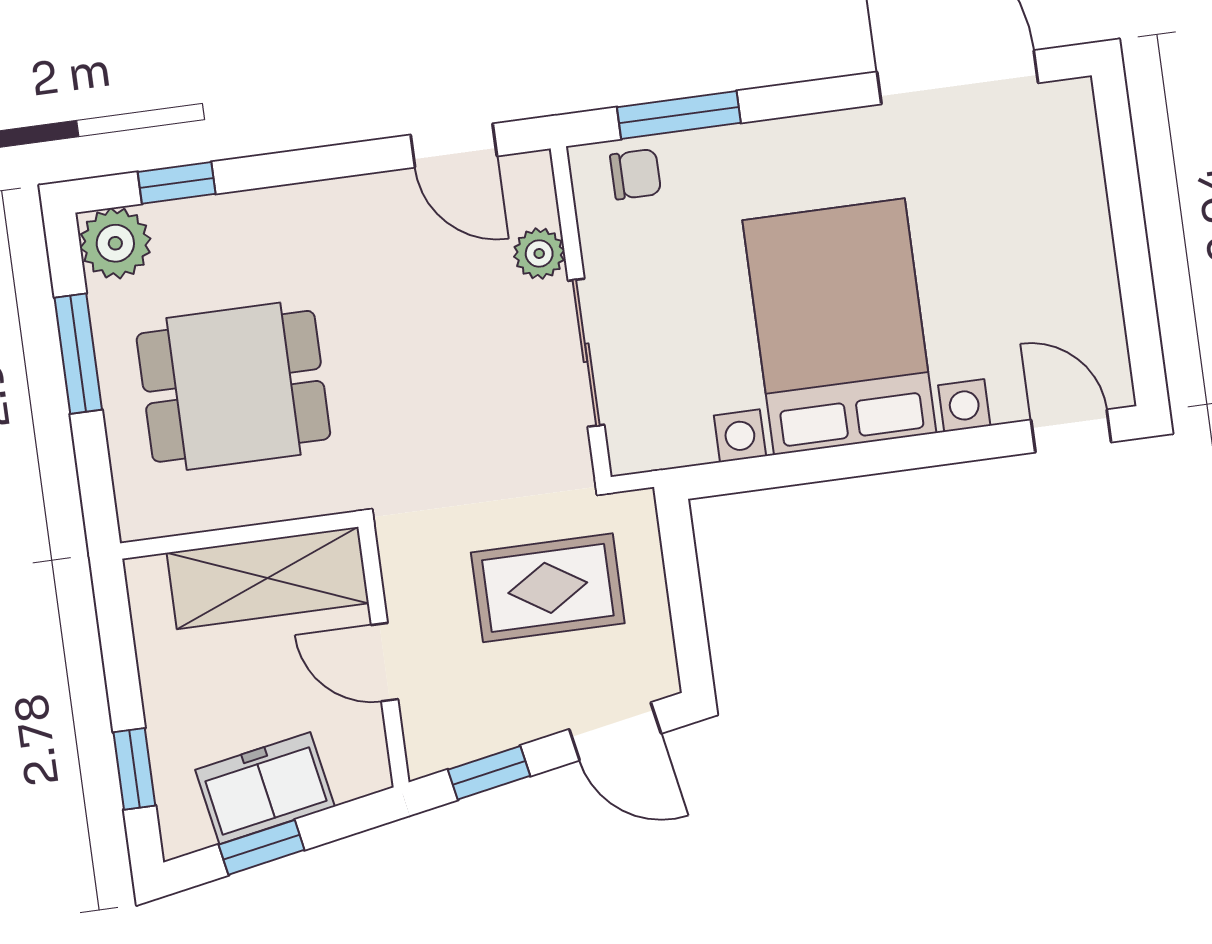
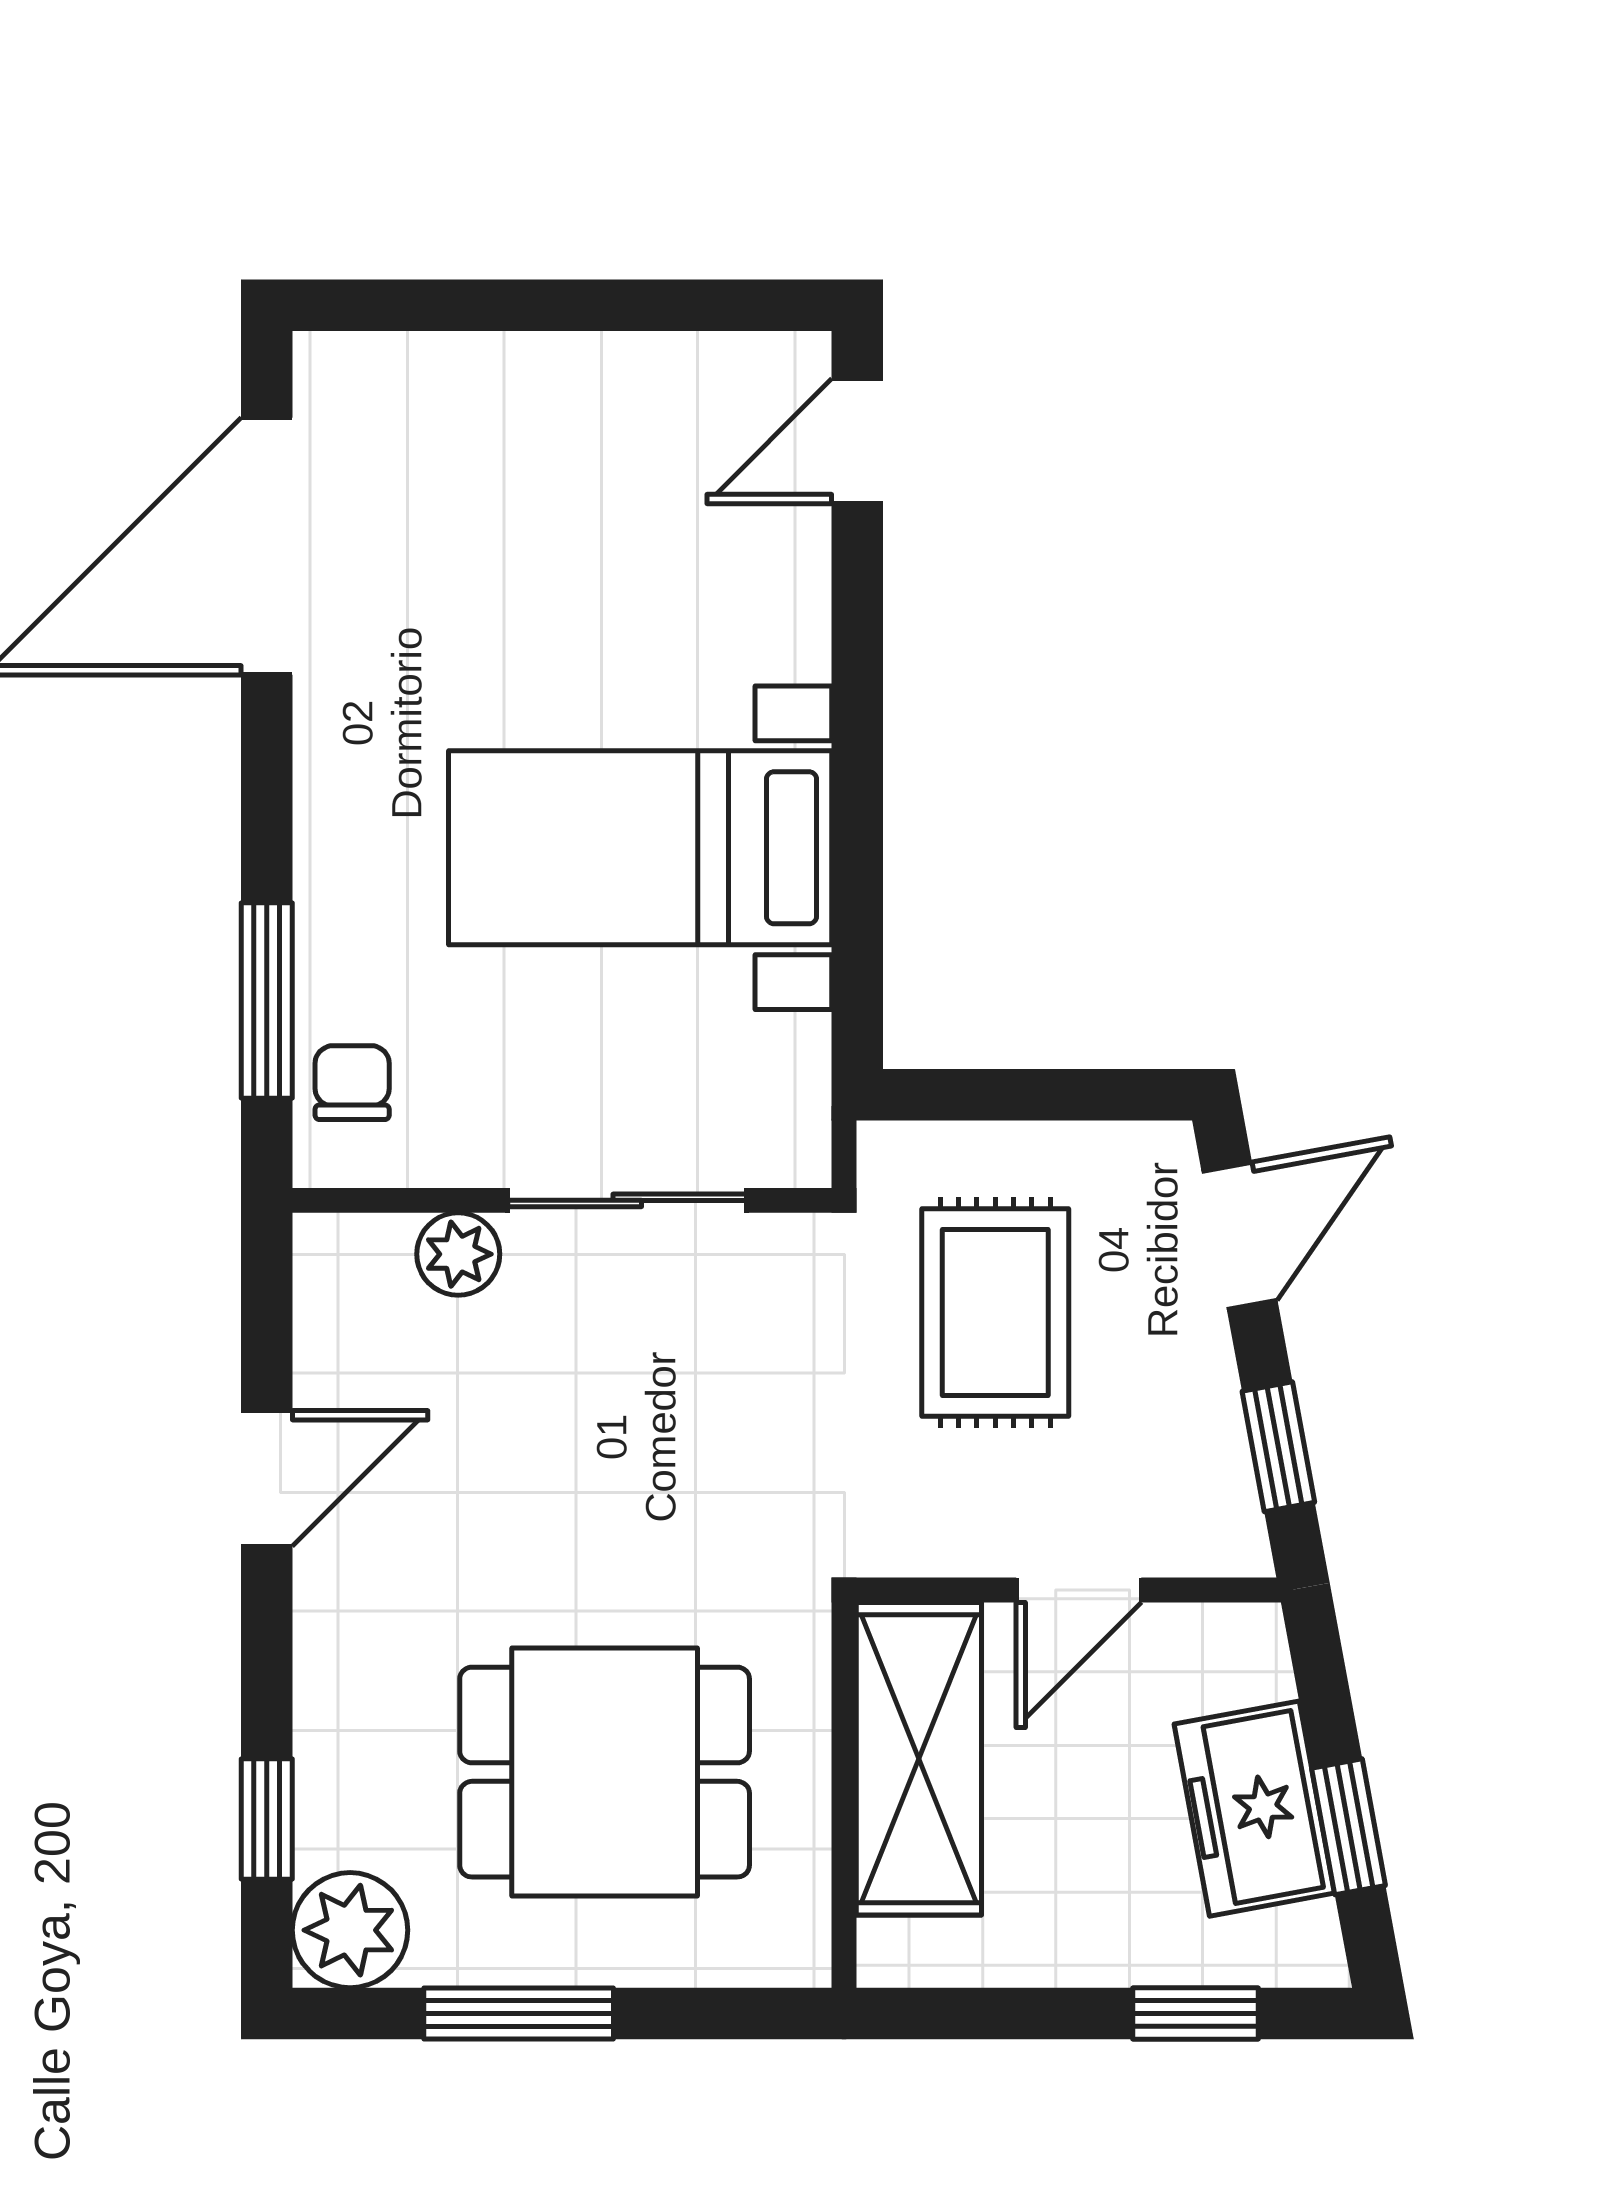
door: (454, 145) -> (267, 1478), moved
bed with nightstands: (839, 327) -> (640, 848), width x0.73
dining table: (233, 386) -> (605, 1772), turned 90

